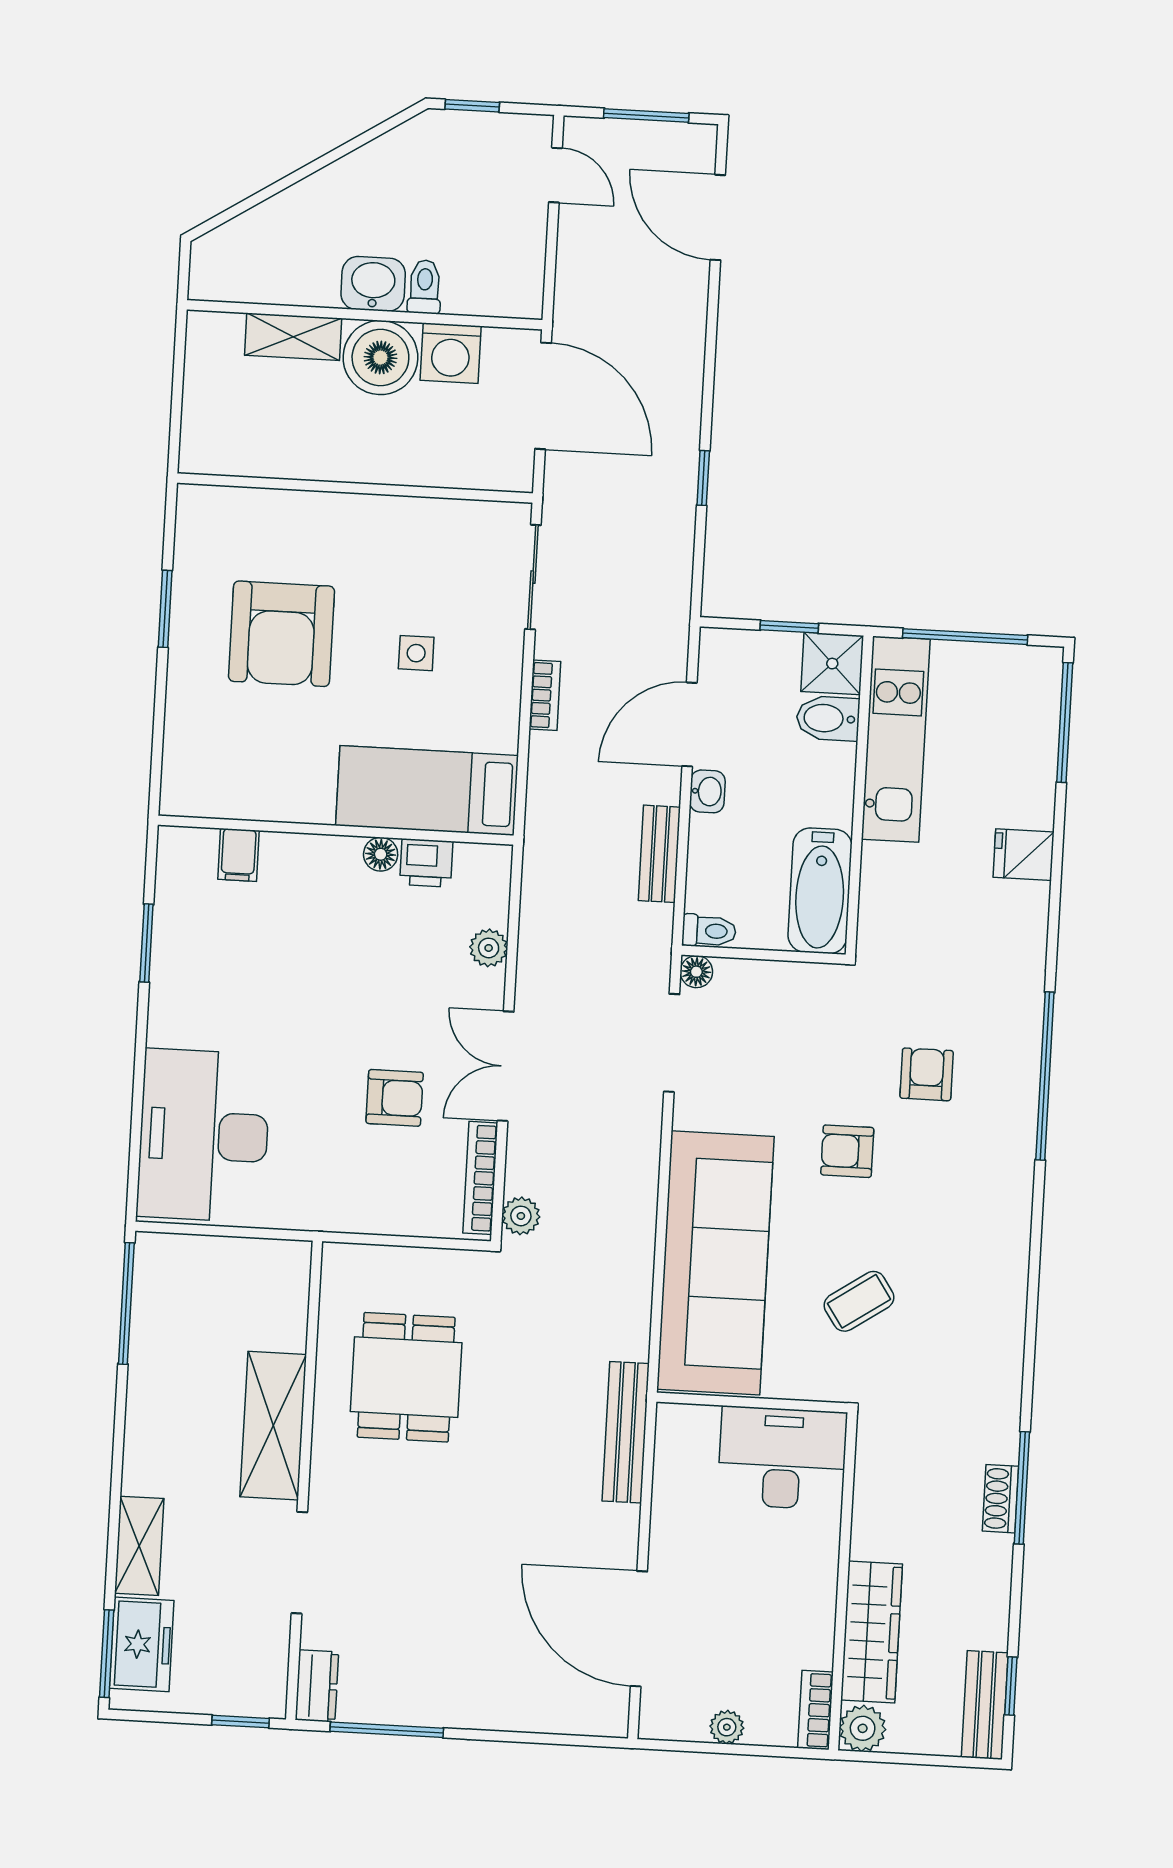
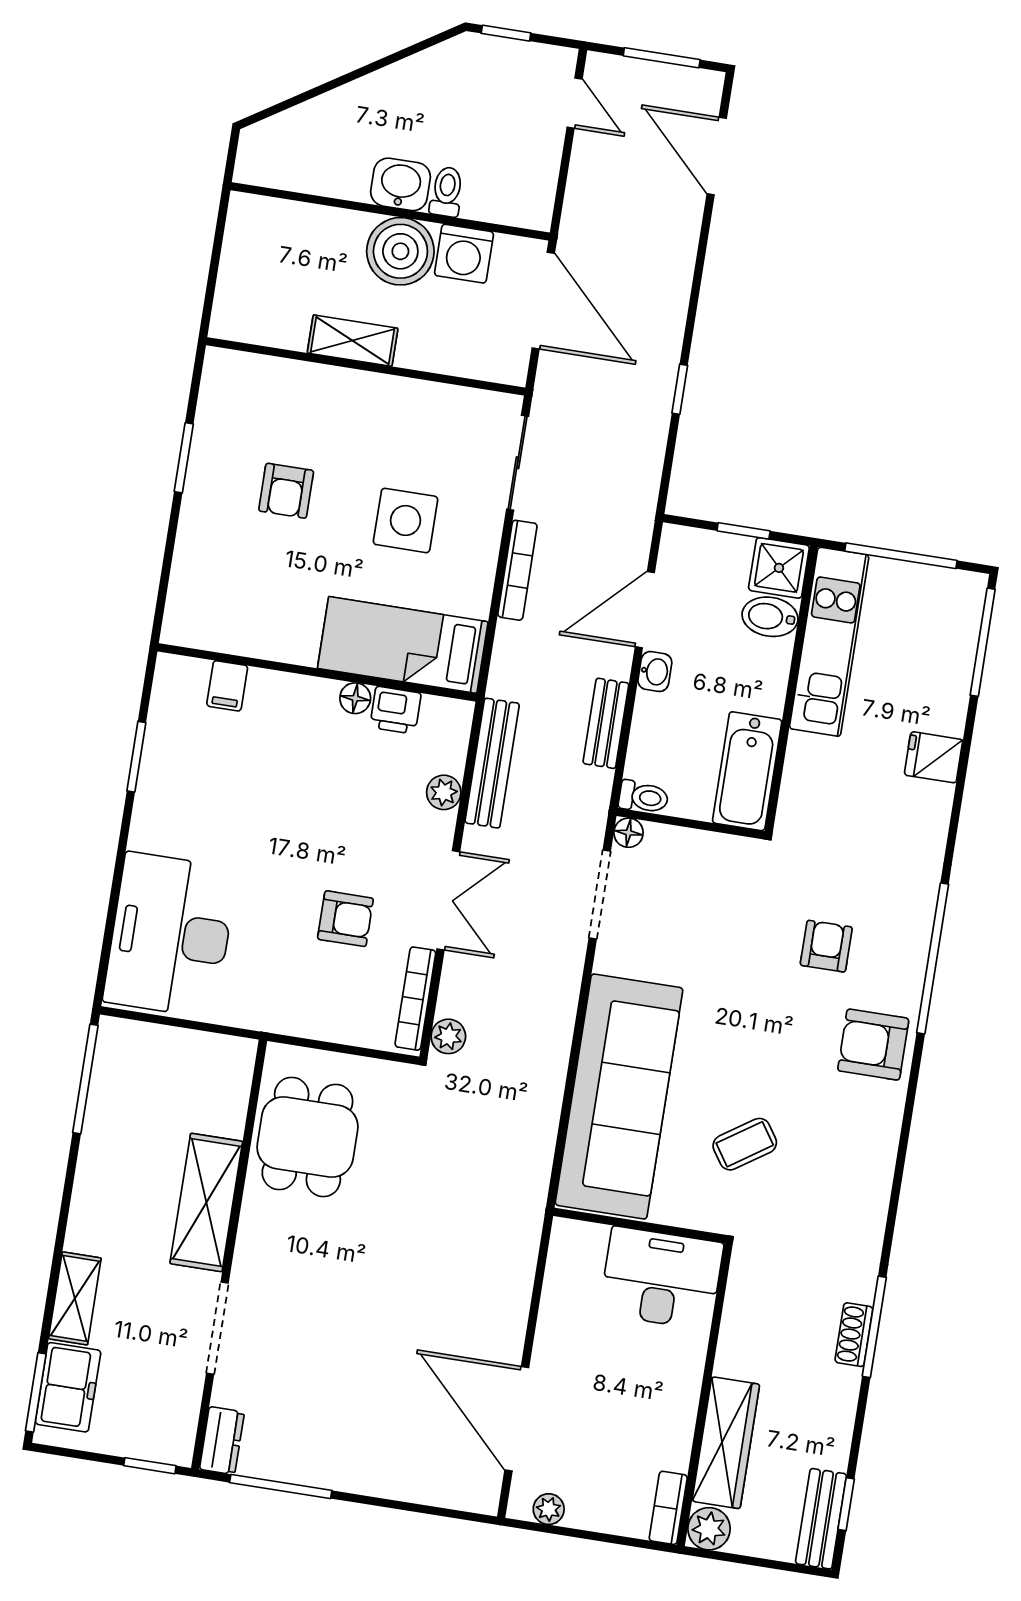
shelving: (293, 337) -> (353, 341), moved
armchair: (282, 634) -> (286, 491), width x0.53, depth x0.53
side table: (416, 653) -> (406, 520), width x1.87, depth x1.87
bookcase: (545, 695) -> (517, 570), width x1.56
double door: (506, 1066) -> (448, 900), swing flipped
armchair: (847, 1151) -> (873, 1045), moved, width x1.38, depth x1.38
dining table: (406, 1377) -> (307, 1137), moved
bench: (626, 1432) -> (492, 763), moved
plant: (727, 1727) -> (549, 1509), moved

